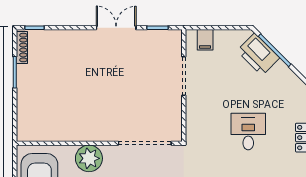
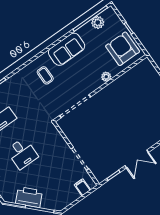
printer: (258, 54) -> (29, 197), moved
plant: (89, 158) -> (106, 77), width x0.53, depth x0.53

